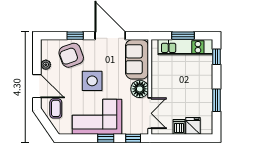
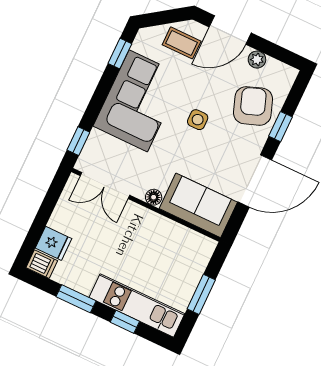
kitchen unit: (185, 47) -> (137, 306), moved, turned 90
window: (216, 57) -> (125, 322), moved
side table: (92, 81) -> (198, 120), width x0.54, depth x0.54
floor lamp: (140, 89) -> (154, 197), width x0.53, depth x0.53
dishwasher: (179, 127) -> (42, 264), moved
window: (106, 138) -> (120, 54), moved

